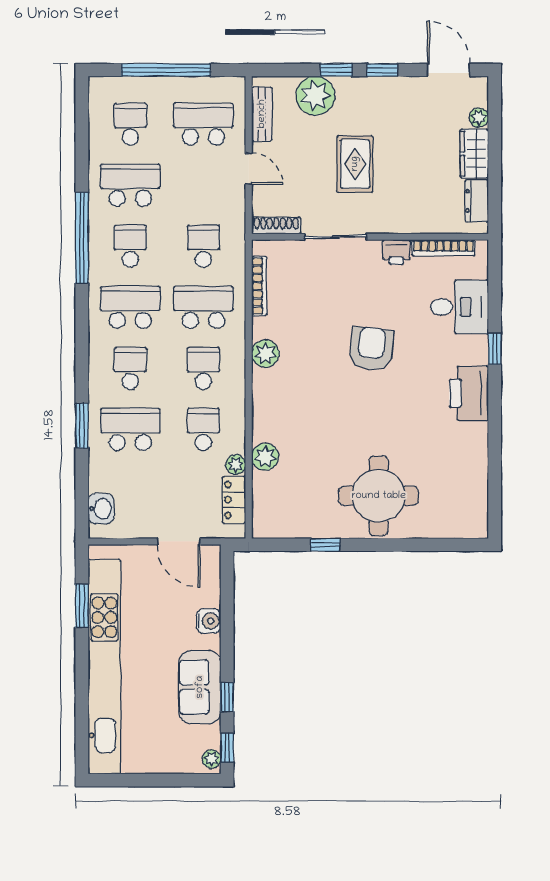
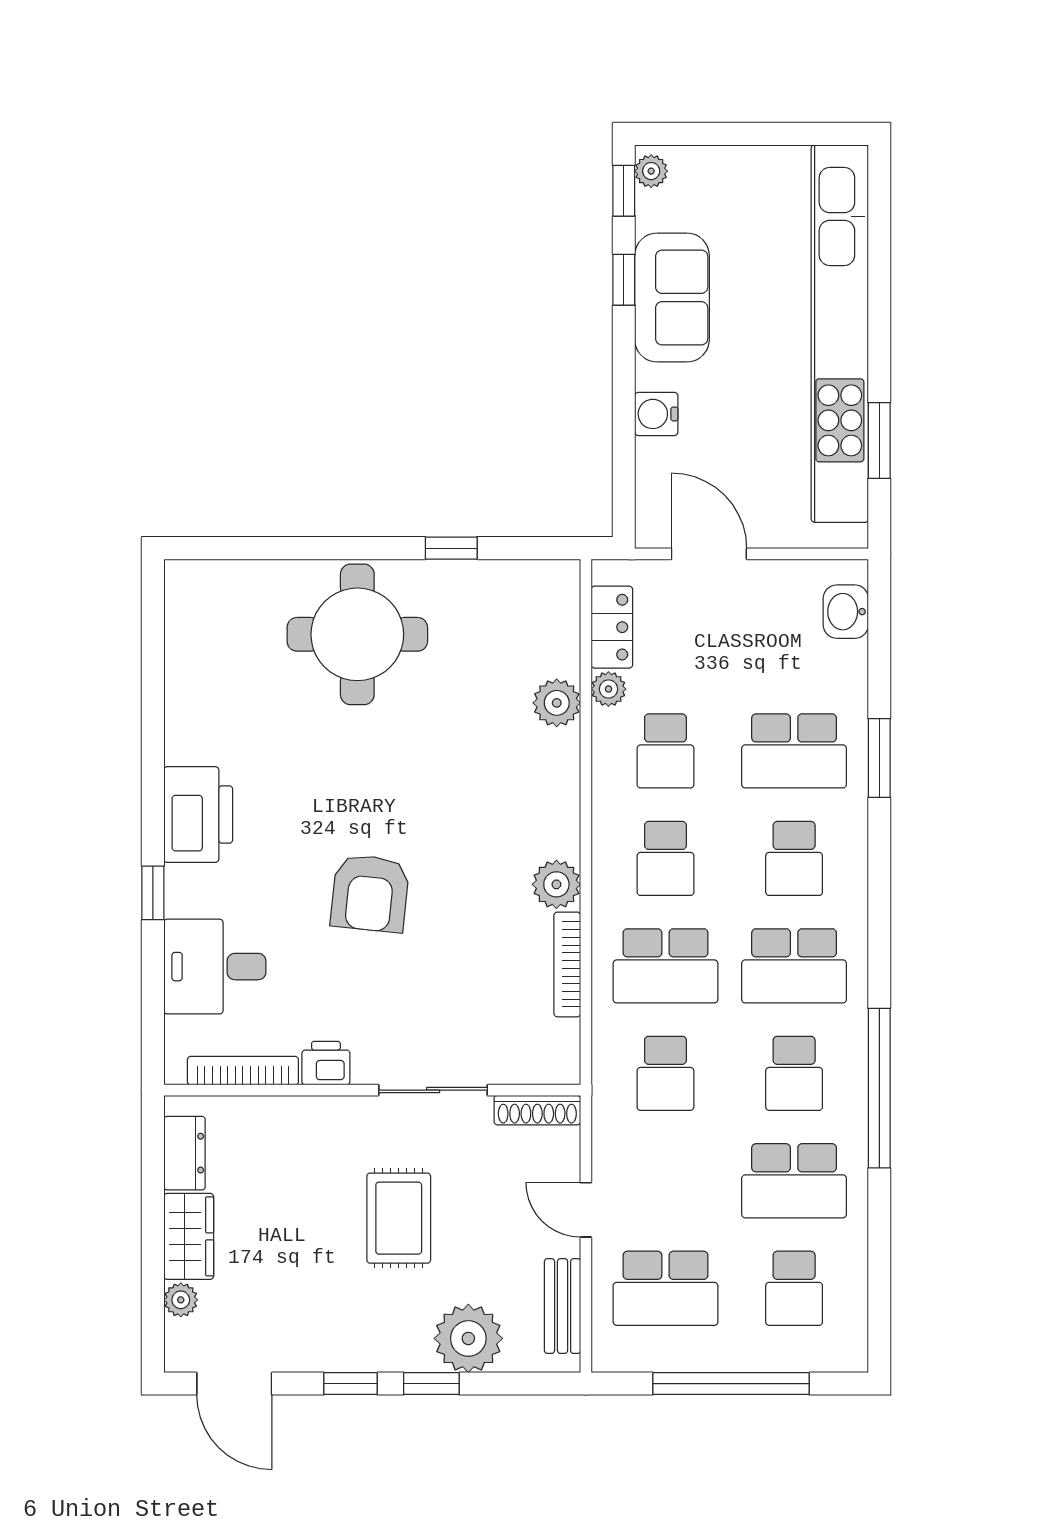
bookcase: (259, 286) -> (567, 964), moved

